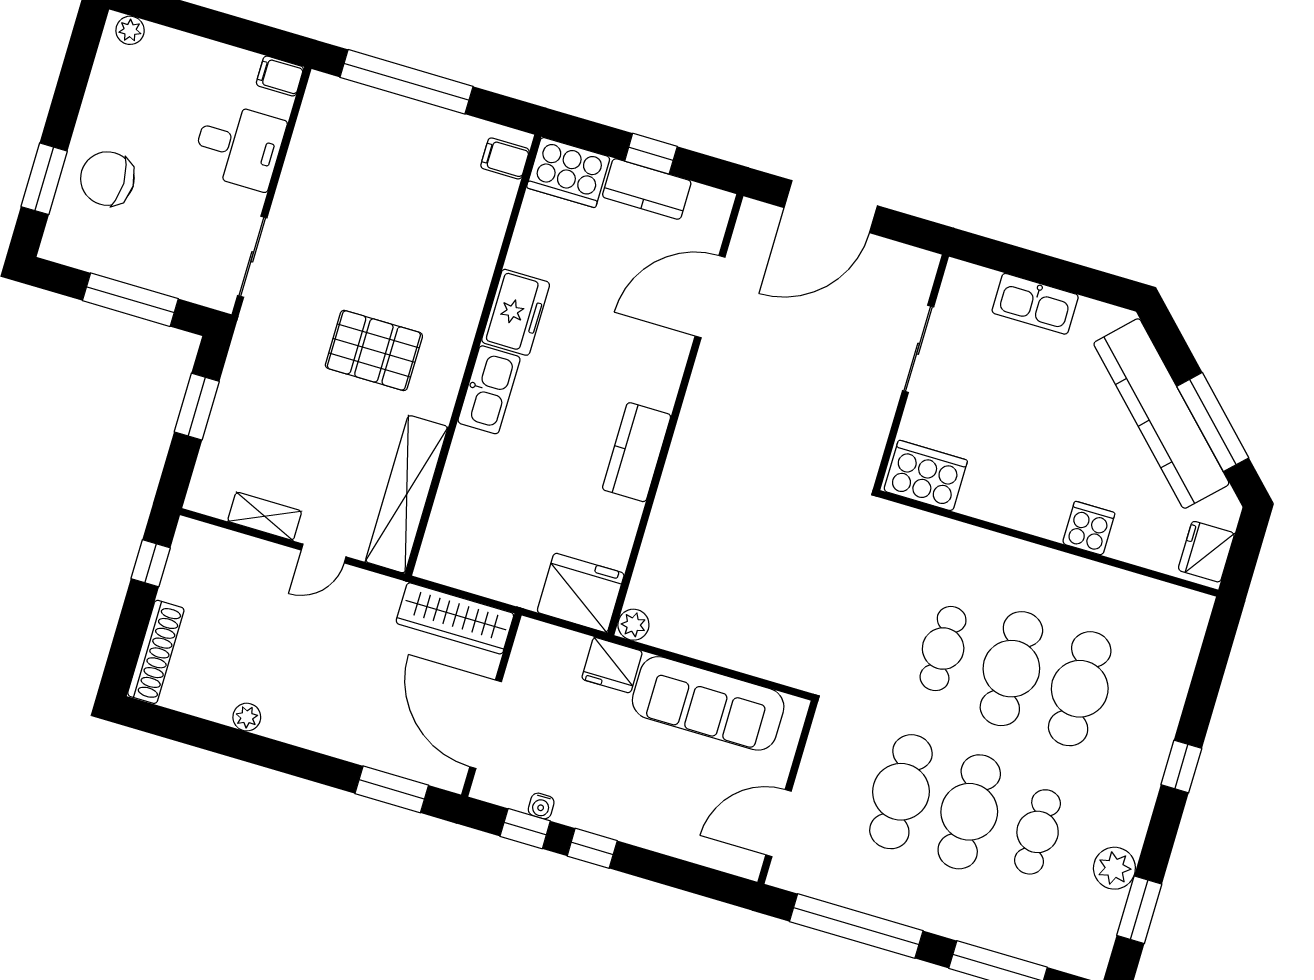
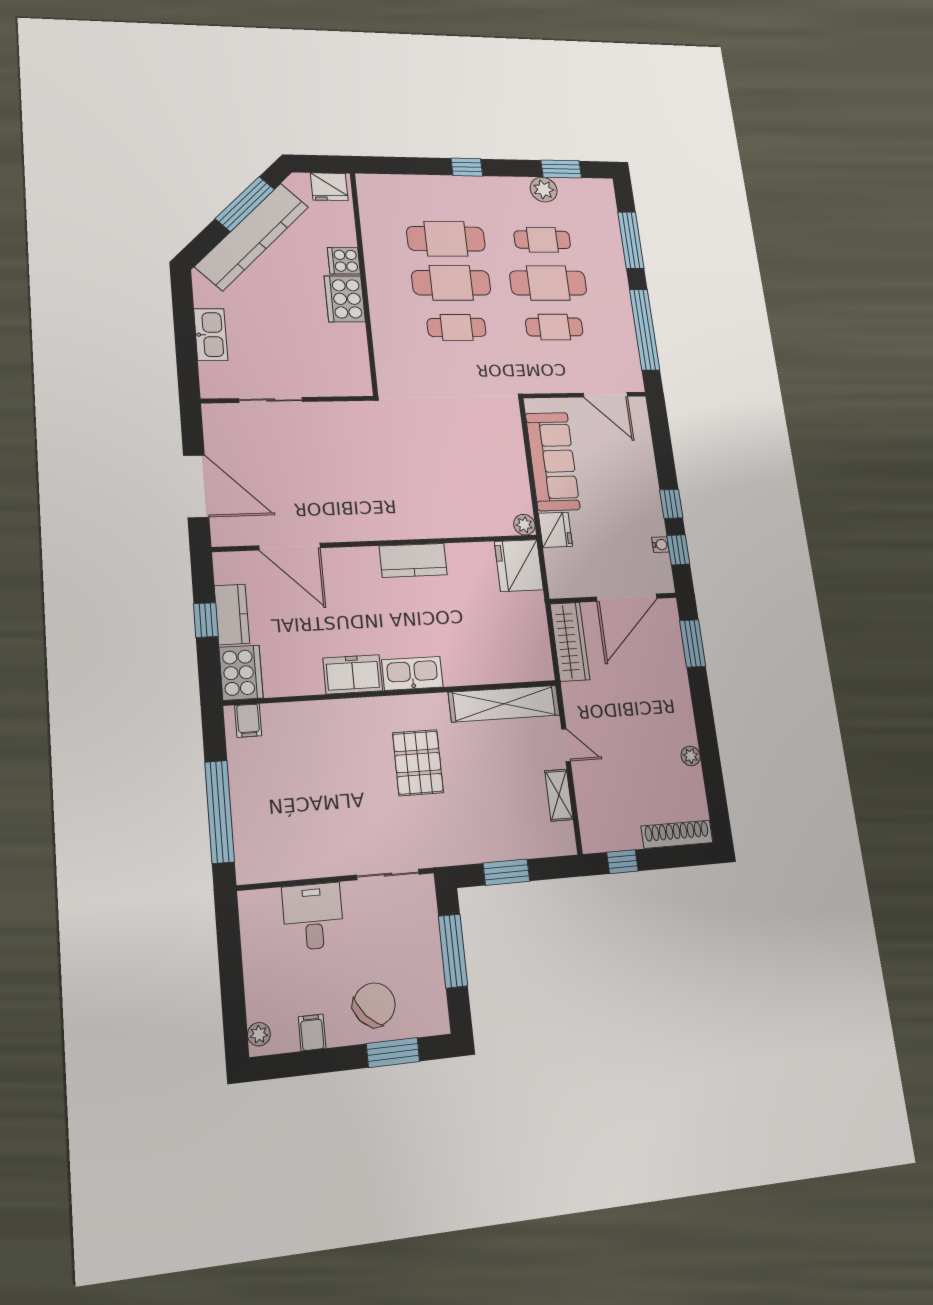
filing cabinet: (280, 76) -> (312, 1032), moved, turned 180
chair: (107, 179) -> (374, 1005), turned -132
cooker: (926, 476) -> (345, 299), moved
cafe table: (901, 792) -> (554, 327), width x0.73, depth x0.74

